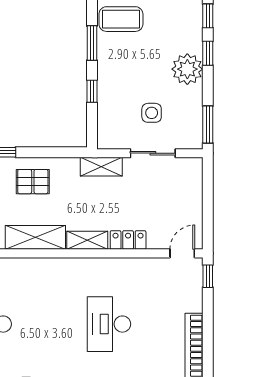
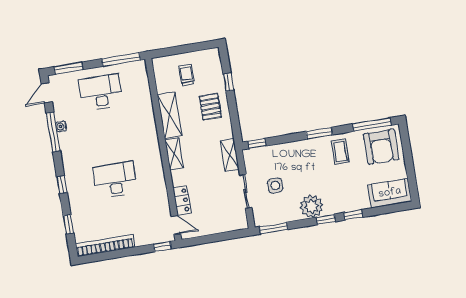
coffee table: (121, 19) -> (340, 152), width x0.73, depth x0.77
window: (92, 91) -> (257, 144), moved
locker: (128, 240) -> (182, 200), moved

